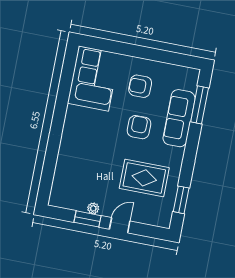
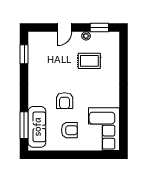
sofa: (179, 118) -> (37, 127), moved
rug: (144, 178) -> (89, 61), moved, width x0.73, depth x0.70
window: (88, 219) -> (99, 28), moved

